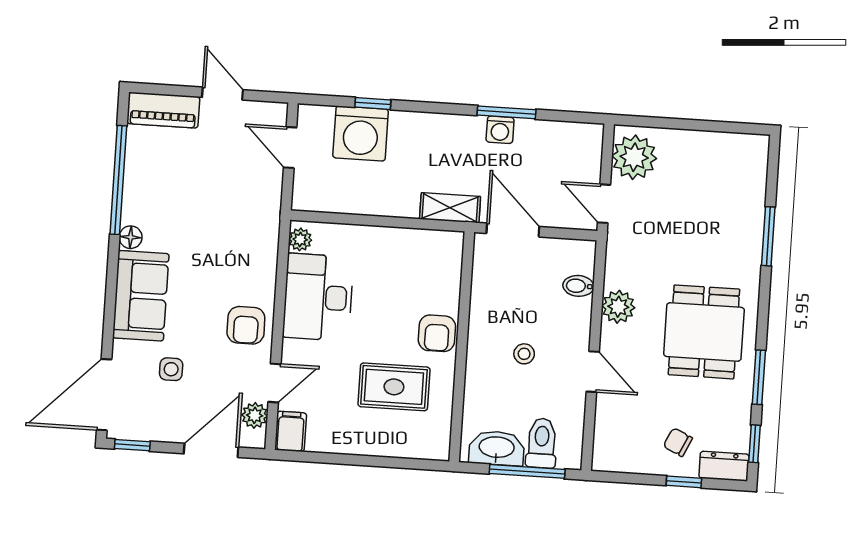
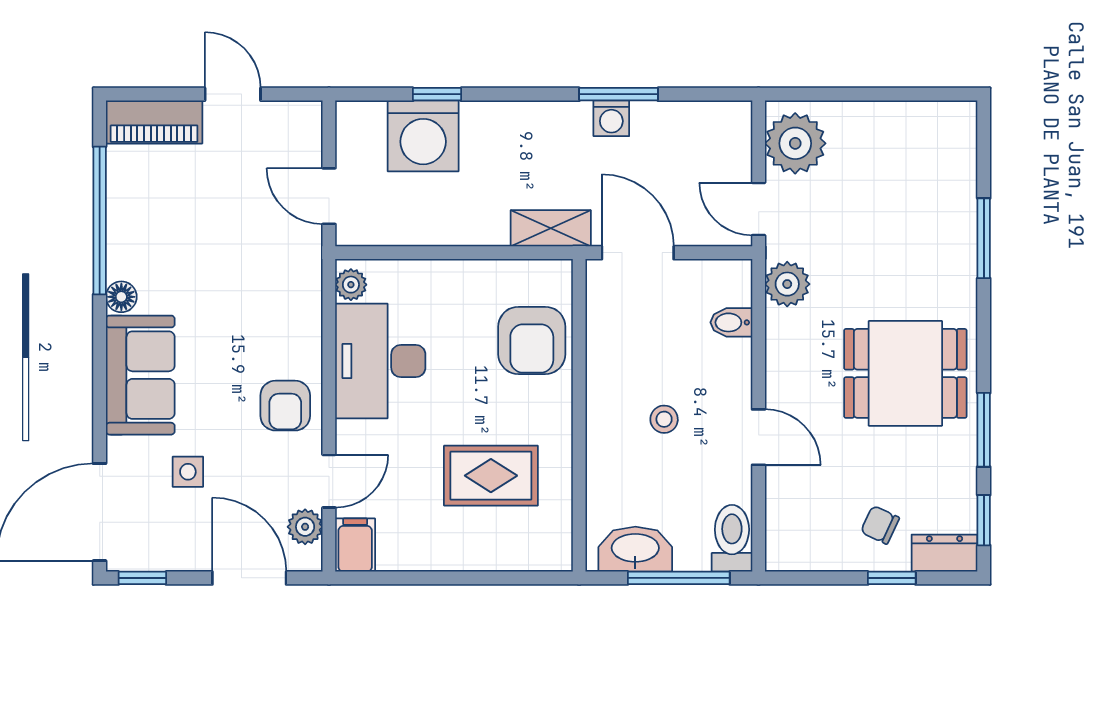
door: (290, 147) -> (329, 196), moved
plant: (618, 307) -> (787, 284), moved
dining table: (704, 332) -> (905, 373), turned 90
armchair: (437, 333) -> (532, 340), moved, width x1.38, depth x1.38
toilet: (542, 443) -> (732, 538), moved
door: (211, 450) -> (249, 578), hinge flipped

